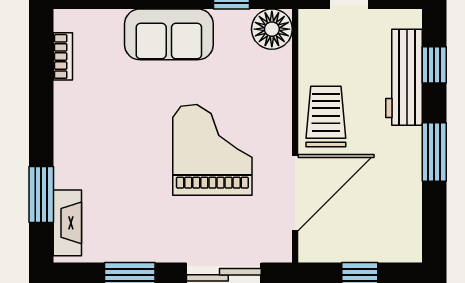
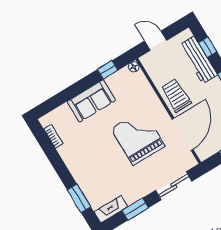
floor lamp: (272, 29) -> (134, 67), width x0.53, depth x0.53
fireplace: (67, 223) -> (111, 209), moved, turned -90

